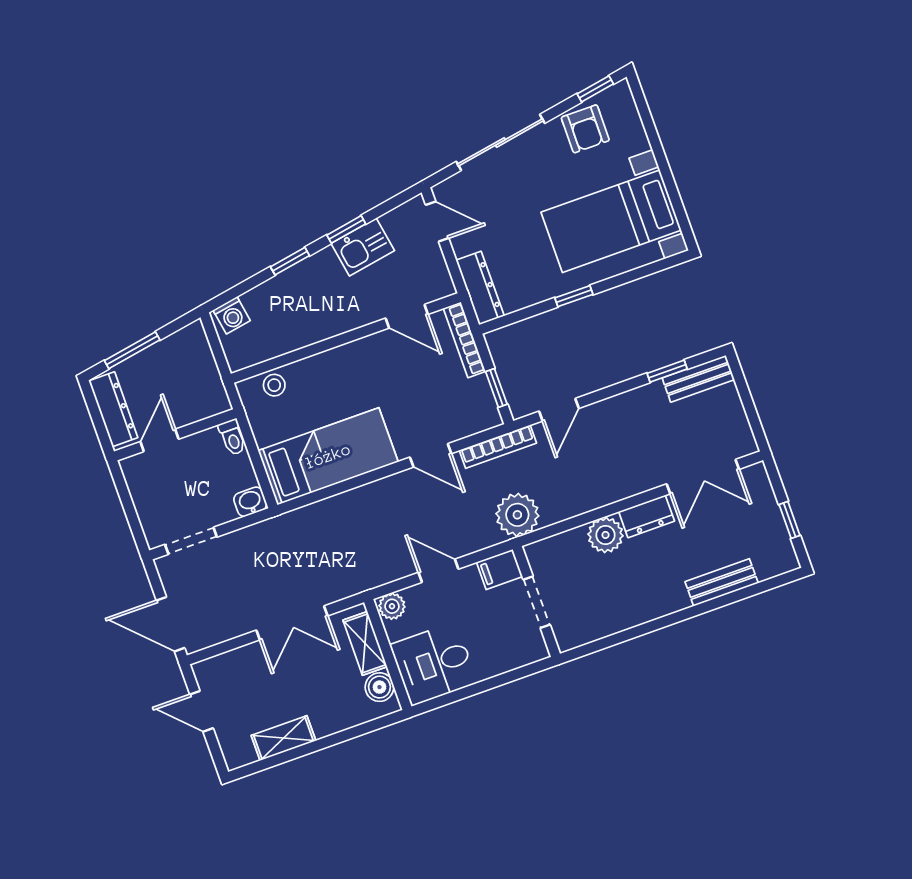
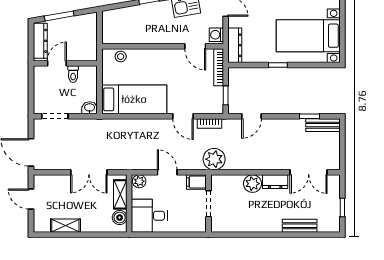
washing machine: (232, 315) -> (216, 35), moved, turned 100
toilet: (232, 437) -> (73, 74), moved
bookcase: (498, 447) -> (210, 123), width x0.64

